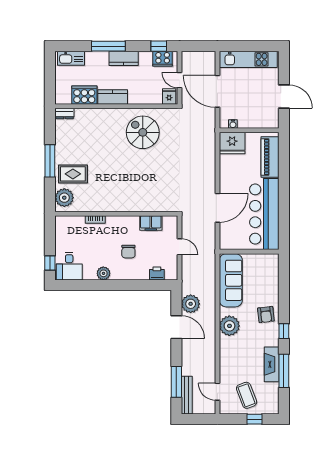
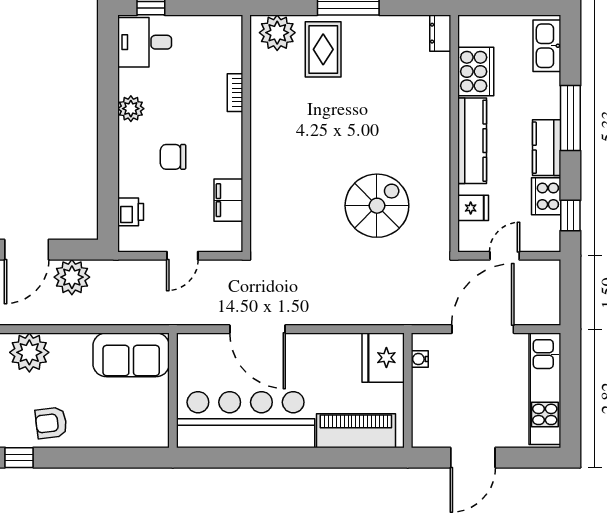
cooker: (163, 59) -> (546, 196), moved
fridge: (169, 96) -> (473, 208), moved
kitchen counter: (113, 97) -> (472, 141), width x1.50
spiral stairs: (143, 132) -> (377, 206), moved
sofa: (231, 280) -> (131, 355), width x0.73

